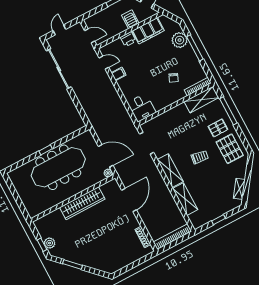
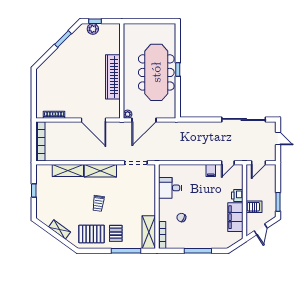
plant: (180, 40) -> (212, 241), removed
desk: (142, 107) -> (170, 188), moved
shelving: (239, 189) -> (60, 230), moved

